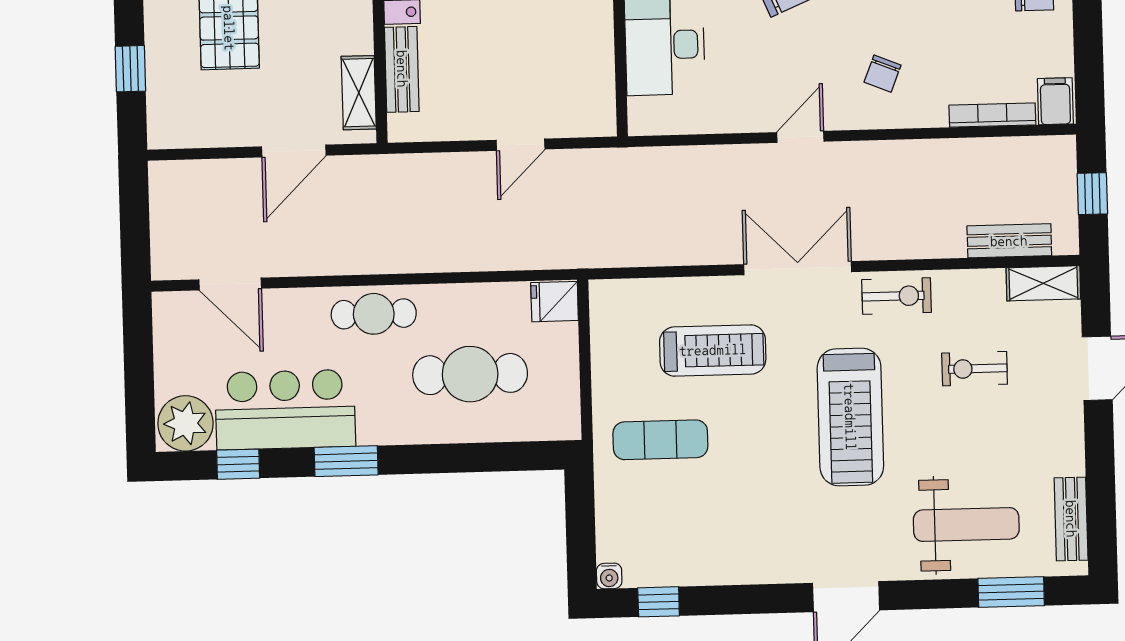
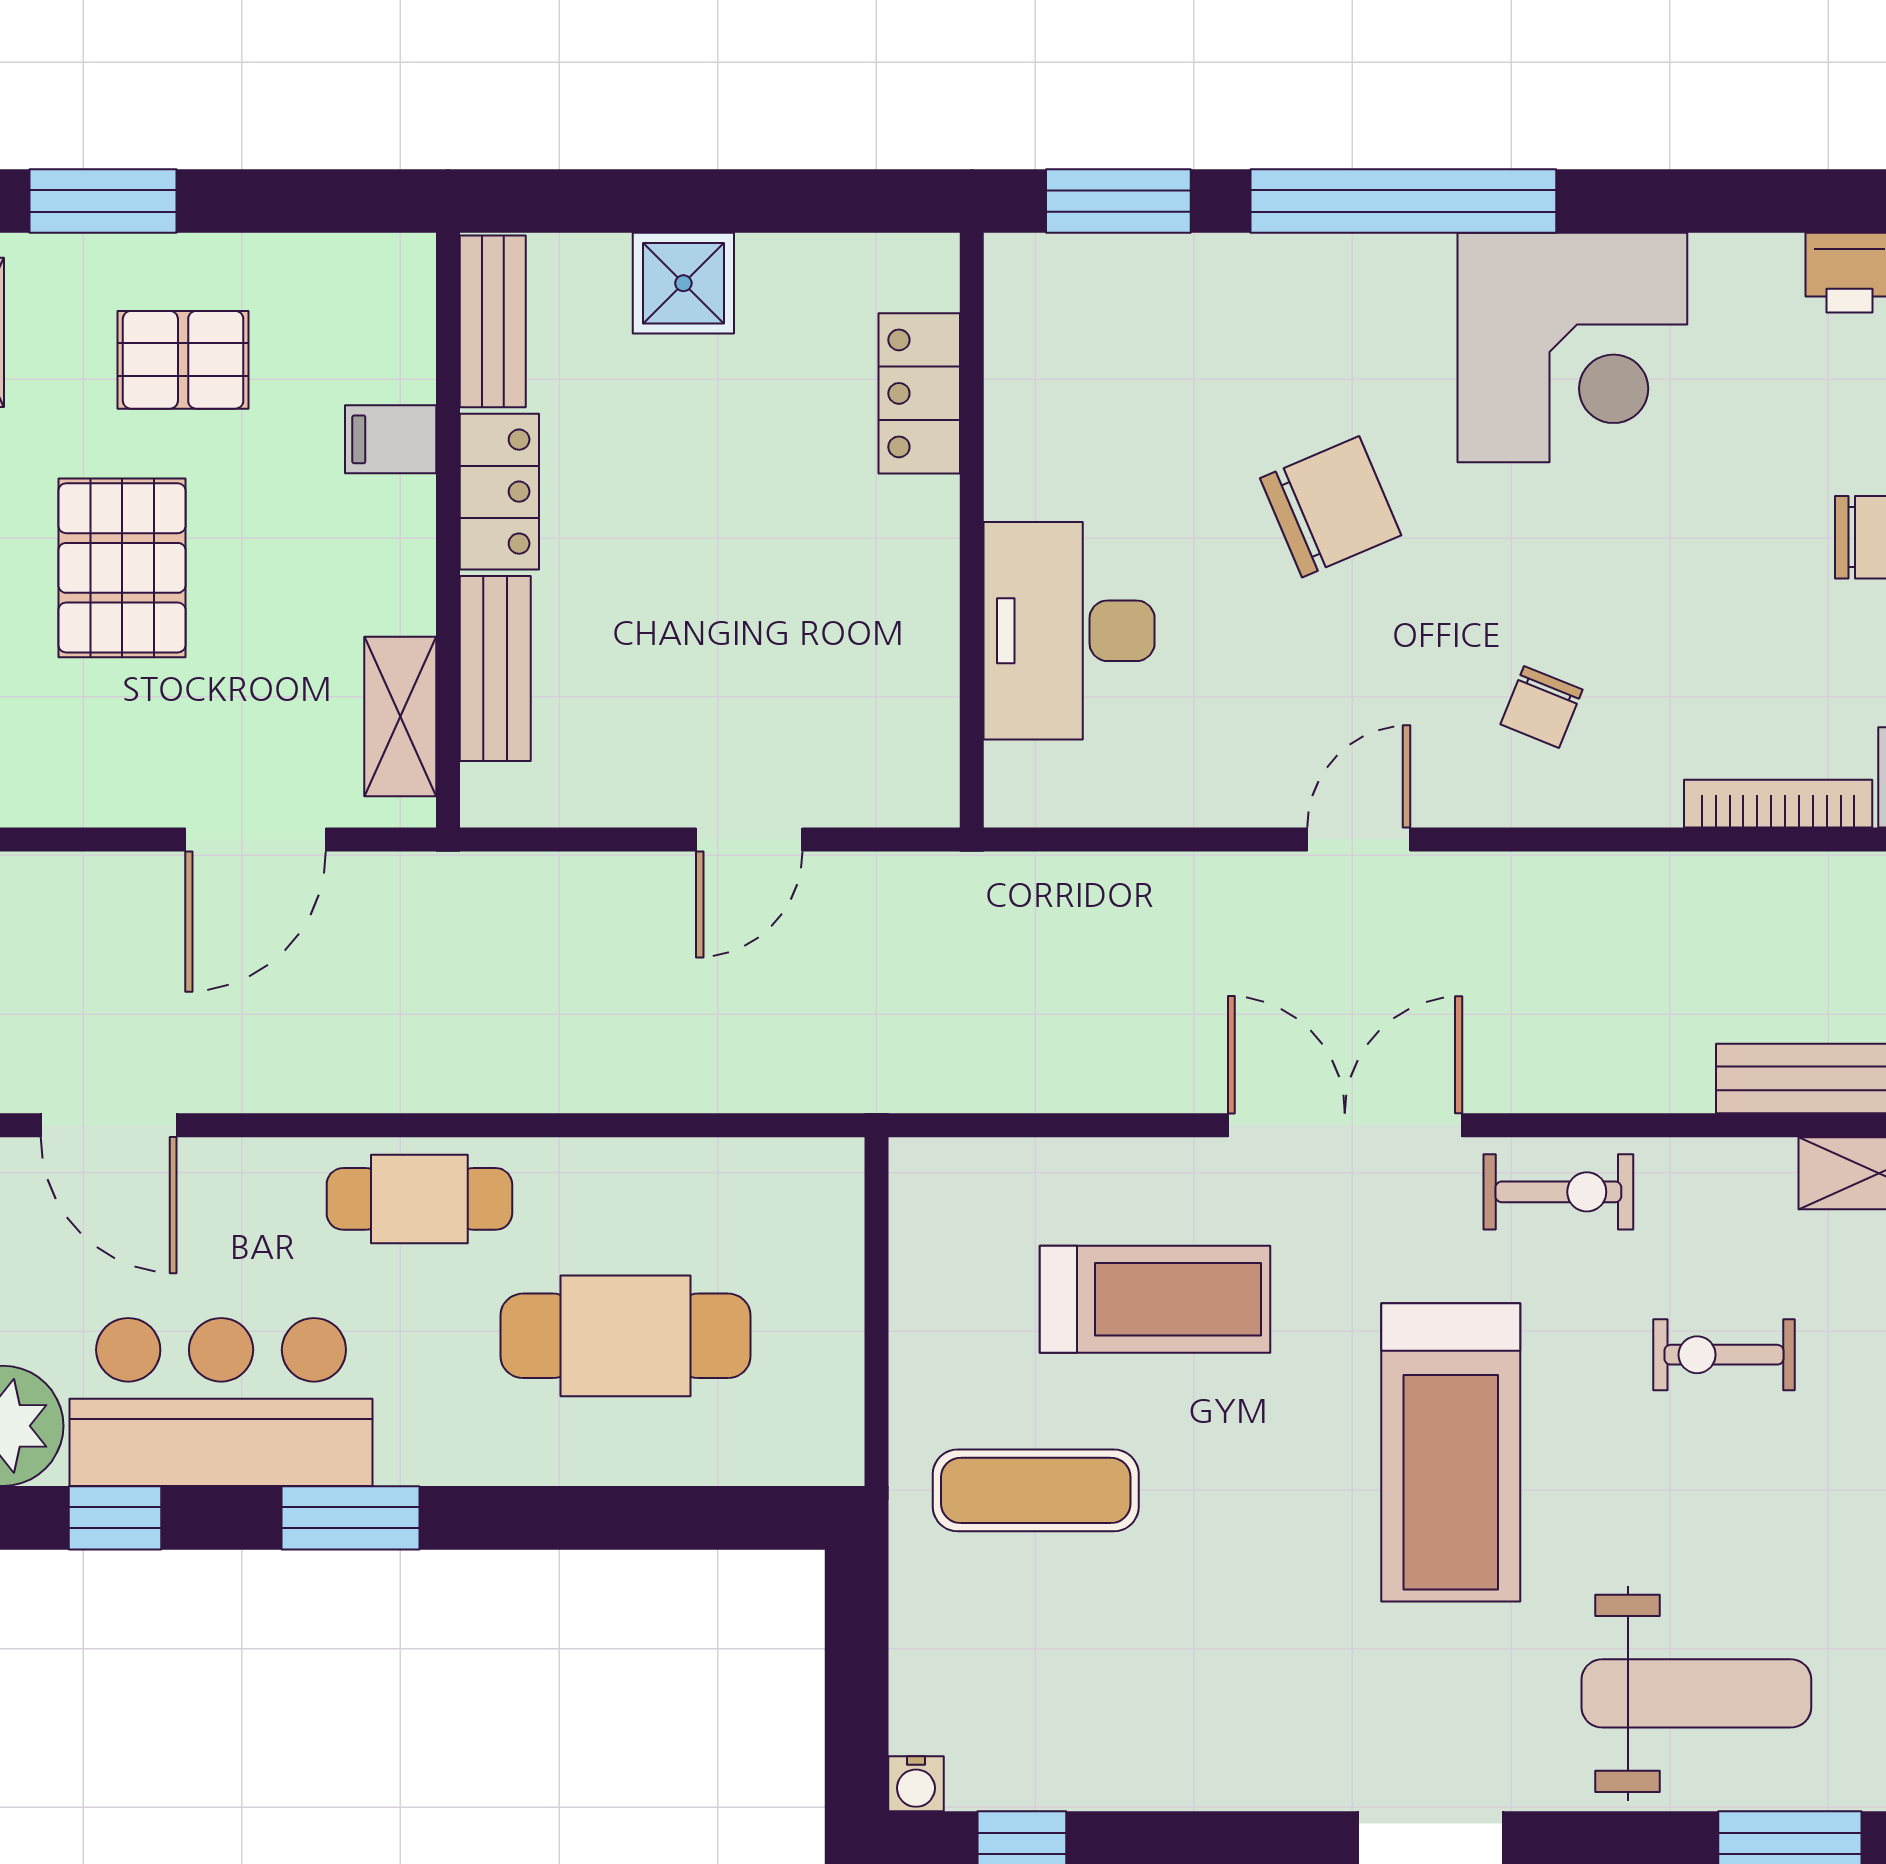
fridge: (555, 302) -> (814, 1183), removed

